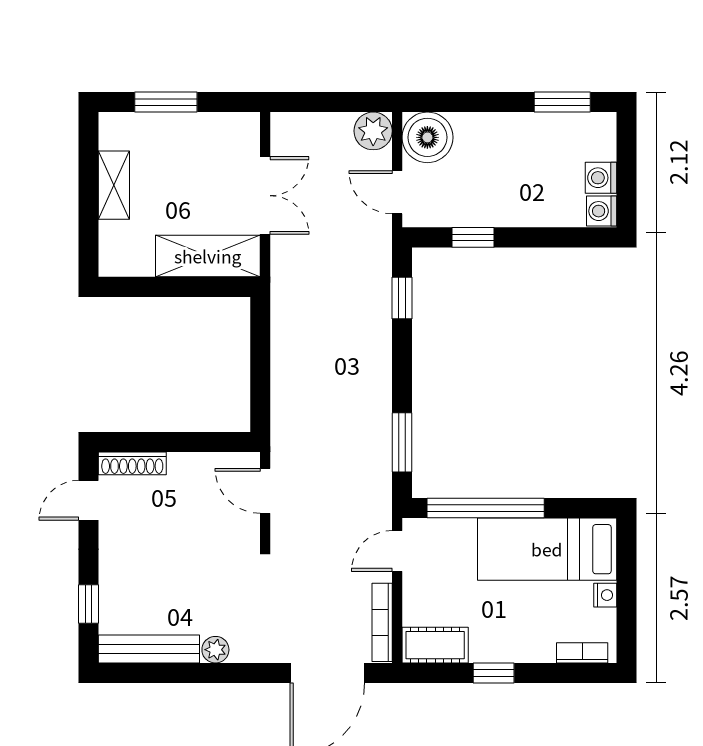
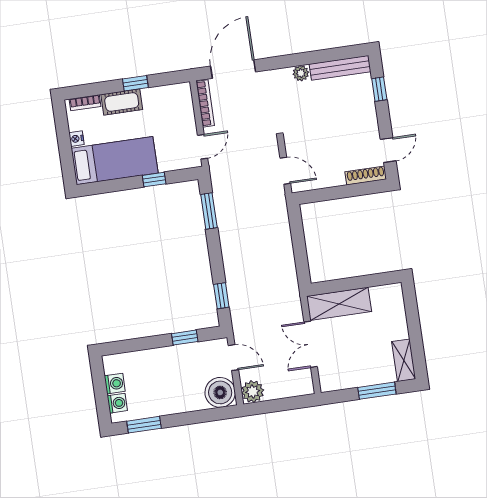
shelving: (114, 185) -> (404, 360), moved
washing machine: (602, 211) -> (117, 403), moved
window: (486, 508) -> (154, 180), width x0.32
cot: (435, 645) -> (122, 102), moved

